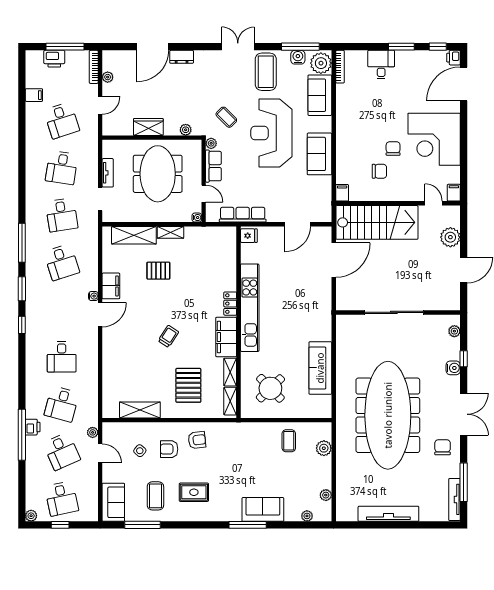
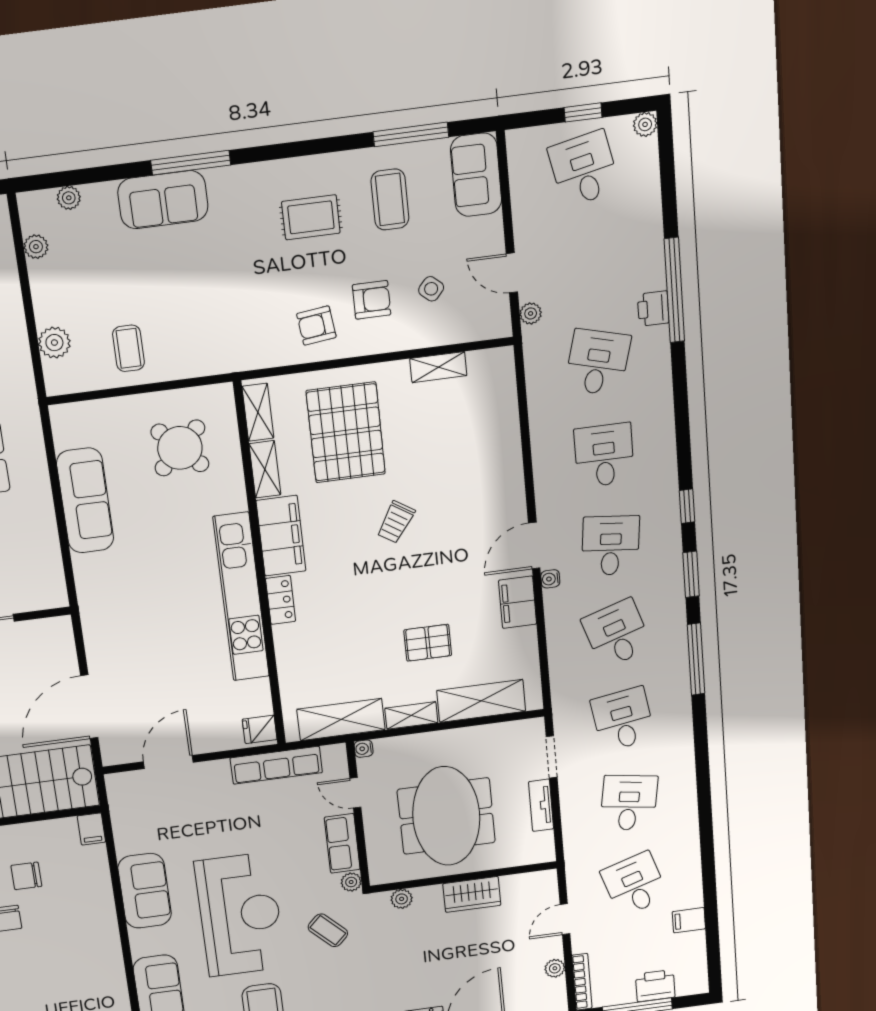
shelving: (207, 235) -> (341, 719), added
pallet: (188, 385) -> (346, 432), width x1.37, depth x1.41
shelving: (140, 410) -> (438, 367), width x0.67, depth x0.75
desk: (62, 451) -> (611, 546), moved, turned 30

